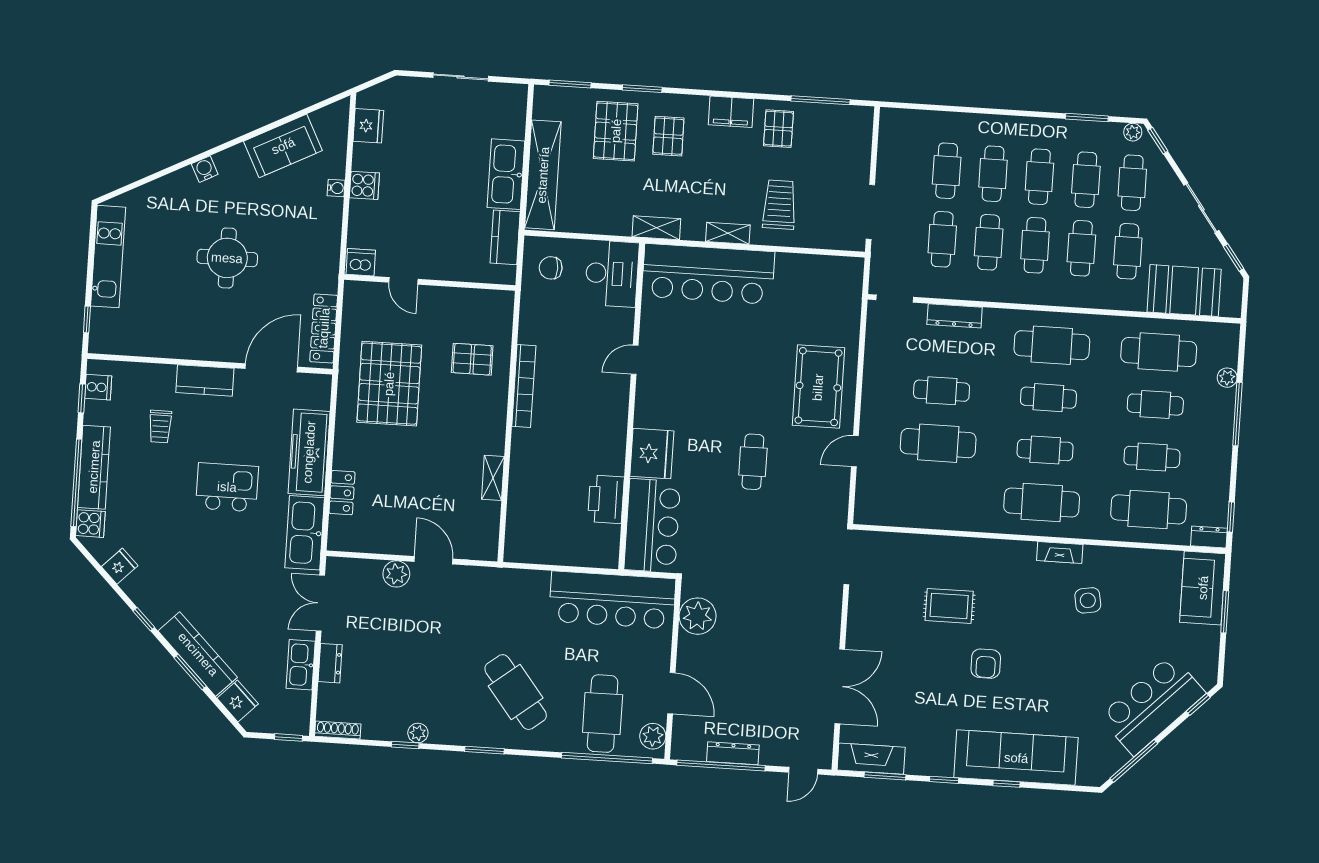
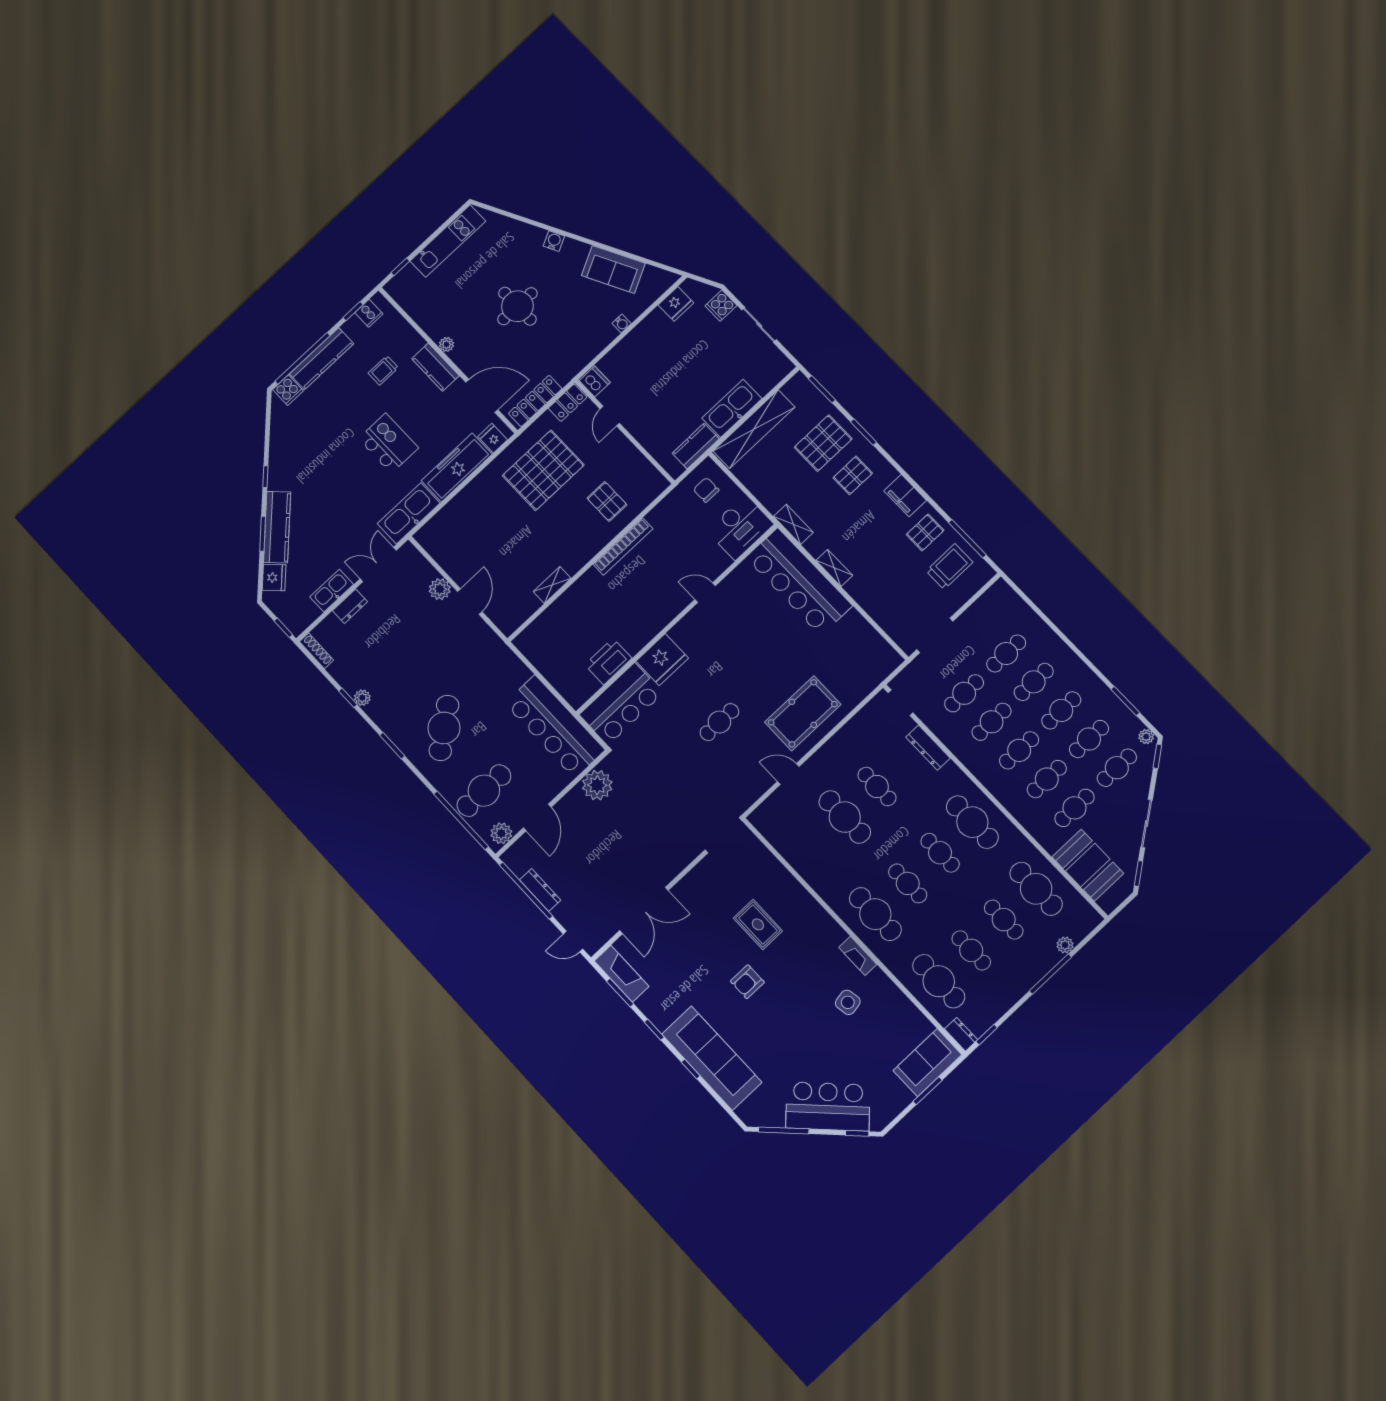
cooker: (364, 185) -> (721, 306), moved, turned 90
trolley: (779, 205) -> (949, 567), moved
plant: (195, 351) -> (446, 344), added
locker: (342, 493) -> (568, 403), moved
fridge: (120, 566) -> (493, 438), moved, turned -135

